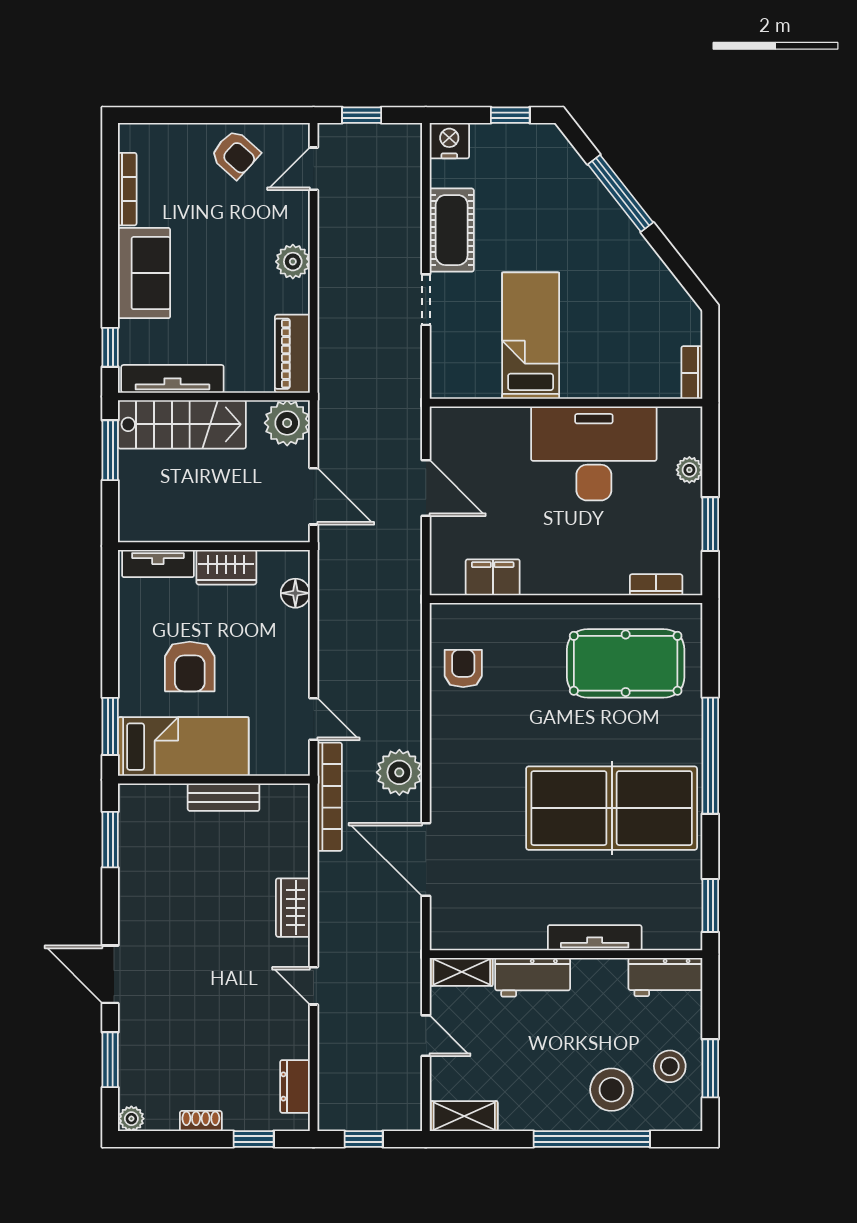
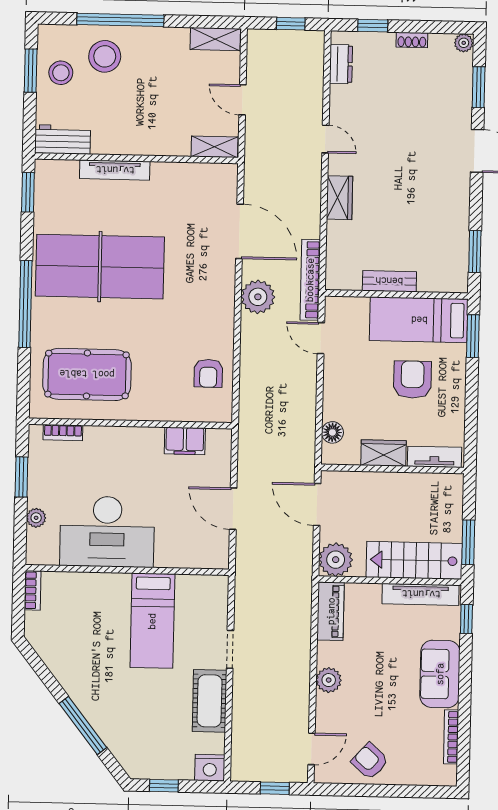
workbench: (533, 977) -> (162, 142), removed

